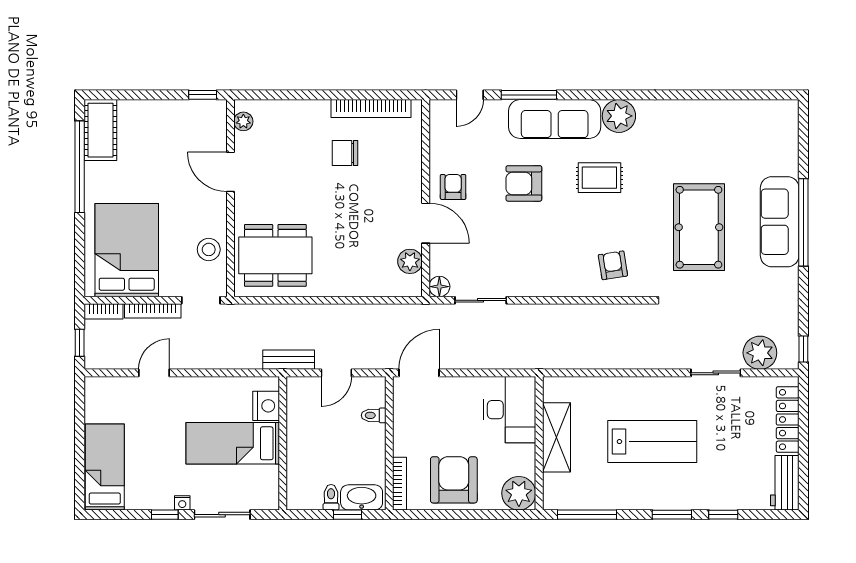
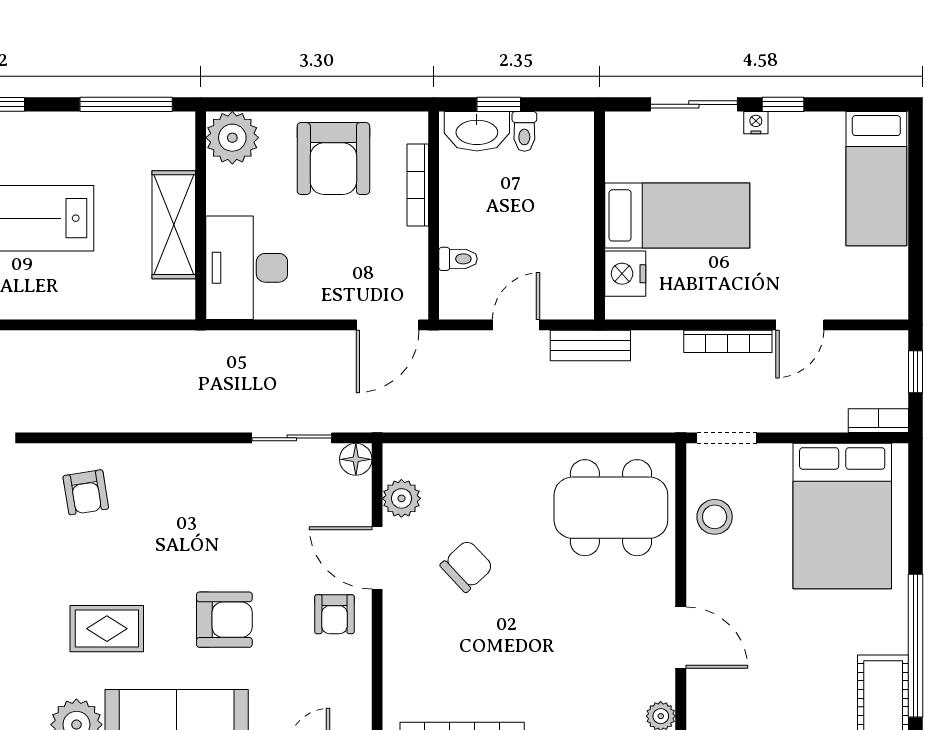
chair: (345, 153) -> (467, 566), moved, turned -43
bookcase: (153, 311) -> (728, 341), moved, turned 180
bookcase: (400, 484) -> (418, 185), moved

